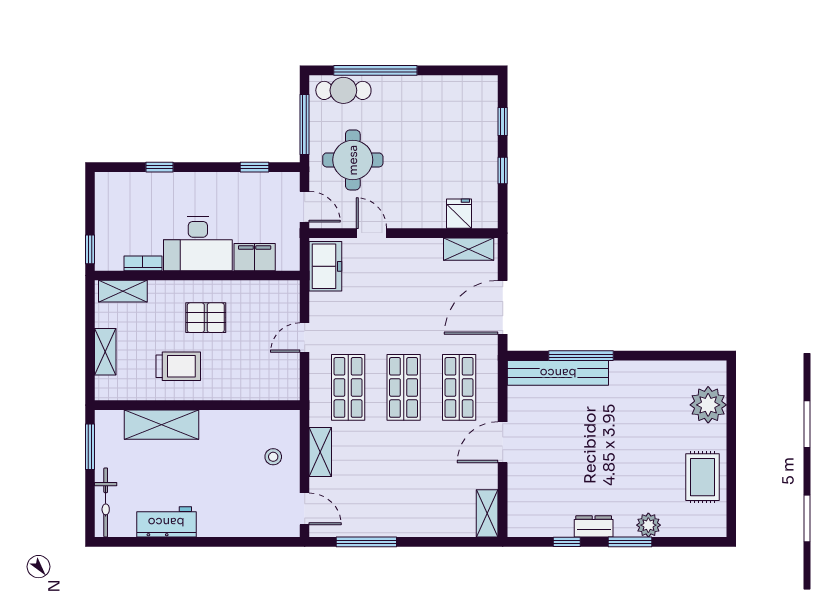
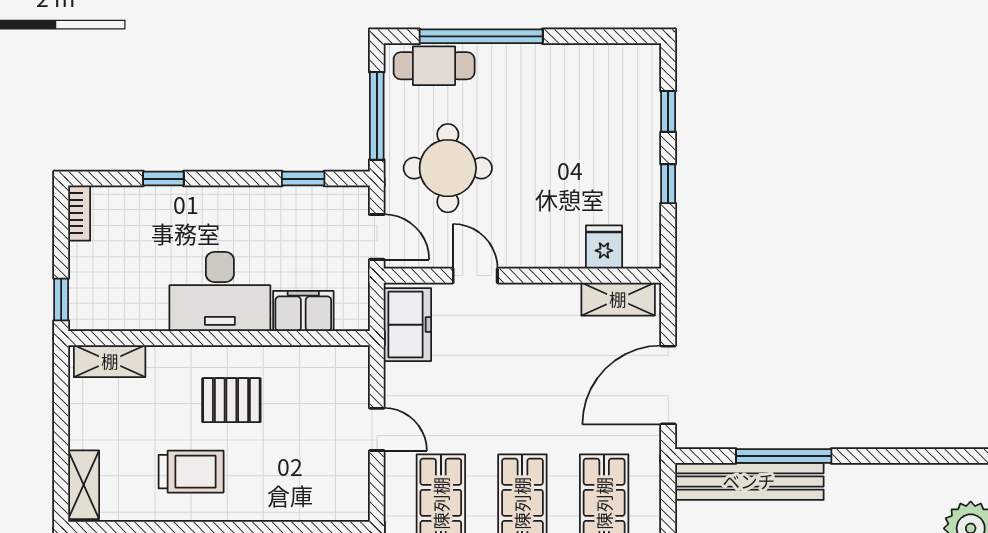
bookcase: (143, 263) -> (79, 213), moved, turned 90
door: (305, 338) -> (377, 429), swing flipped
shelving: (105, 352) -> (84, 485), moved

